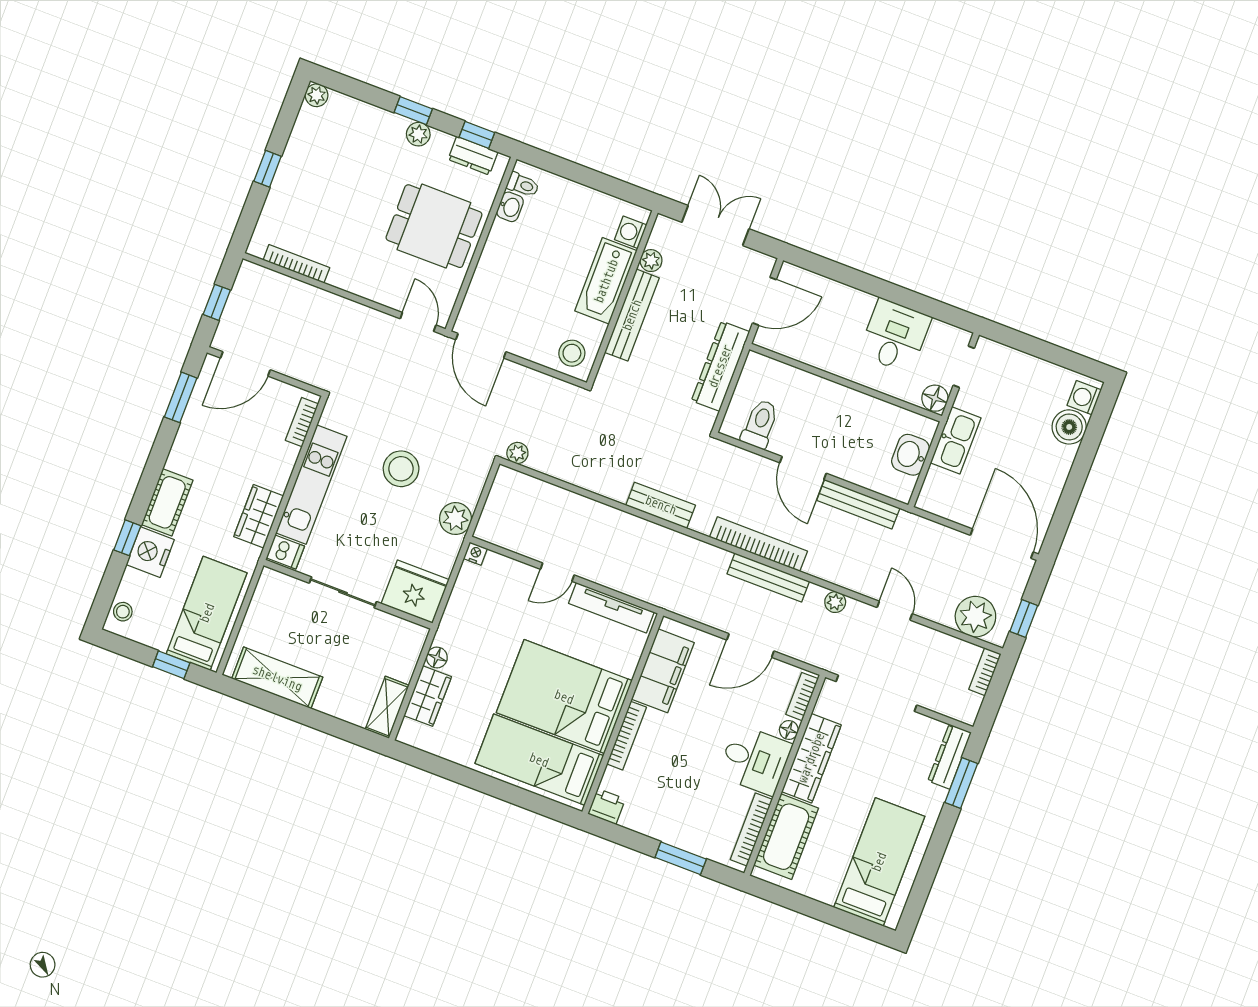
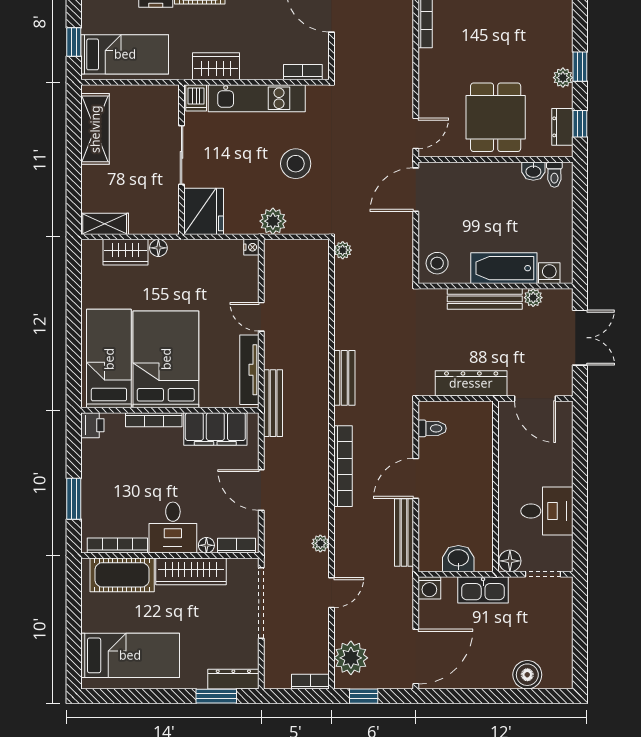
washing machine: (1084, 398) -> (429, 588), moved, turned 180
toilet: (760, 424) -> (432, 428), width x0.73, depth x0.72
bench: (768, 578) -> (273, 403), moved

